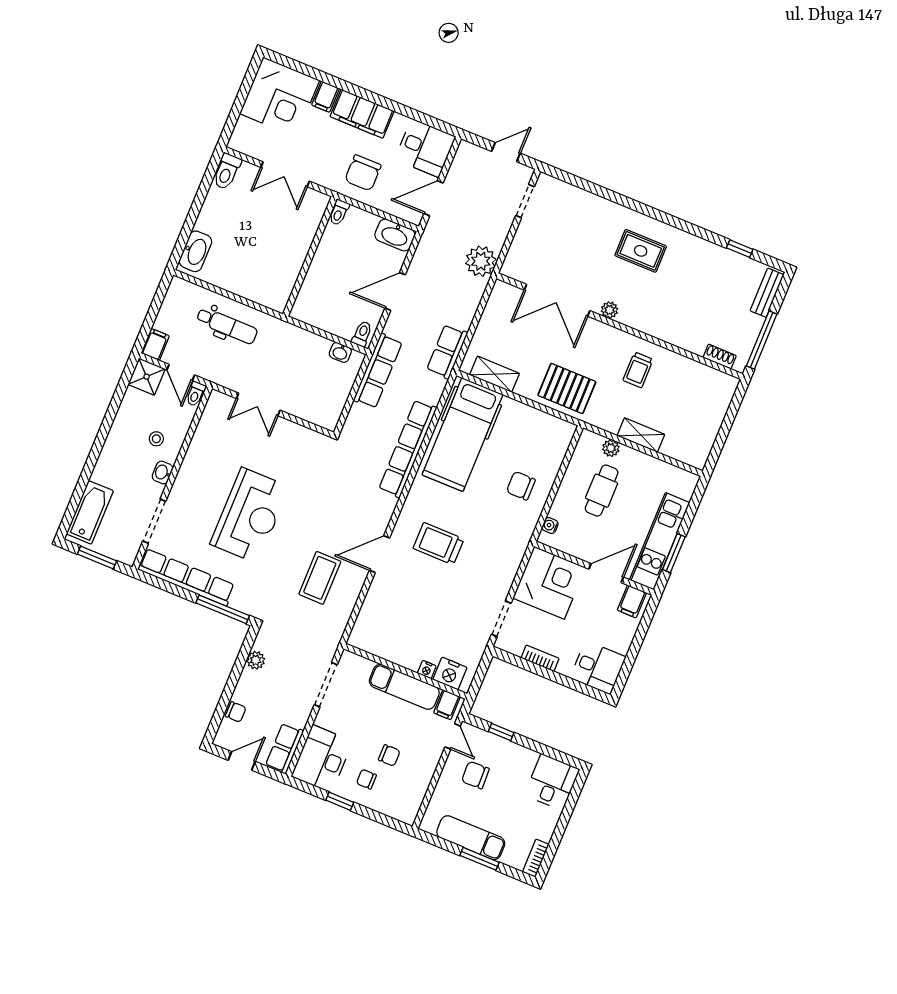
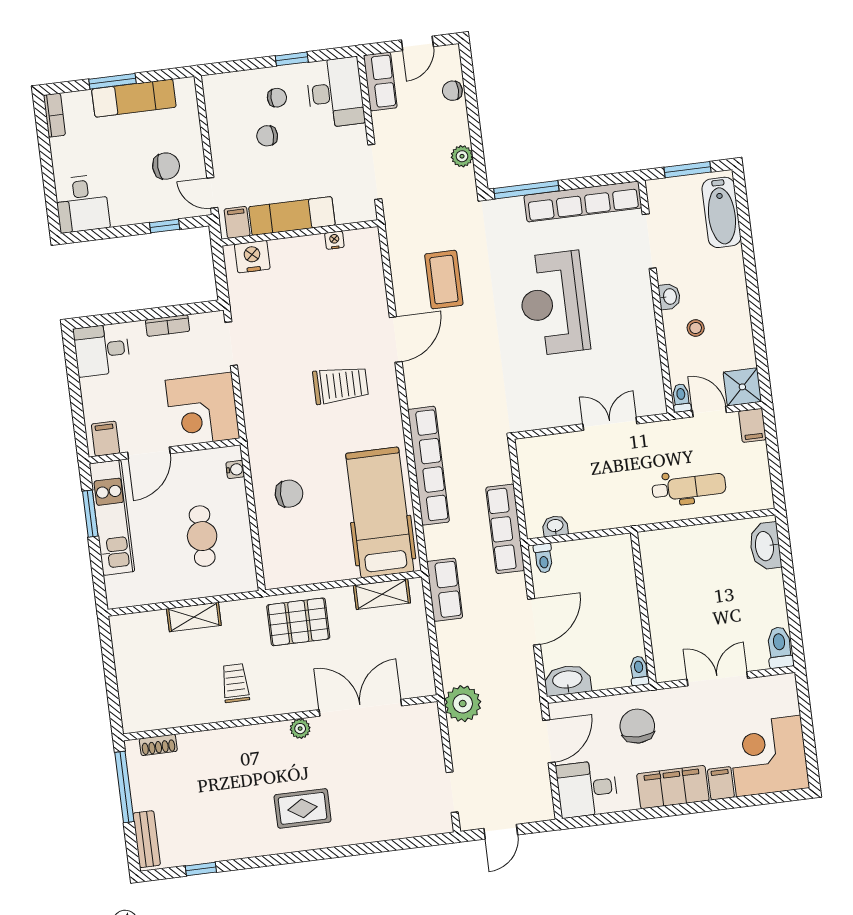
dental chair: (227, 326) -> (689, 487), turned 180
plant: (611, 448) -> (217, 586), removed
nightstand: (427, 670) -> (334, 240), moved

